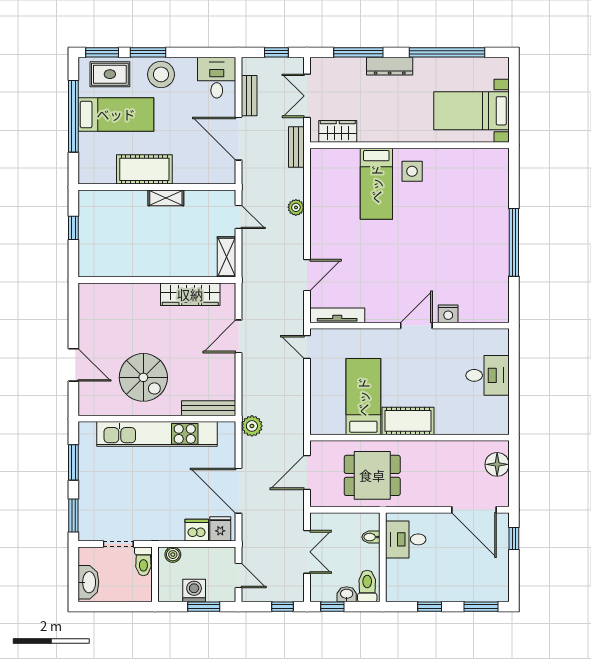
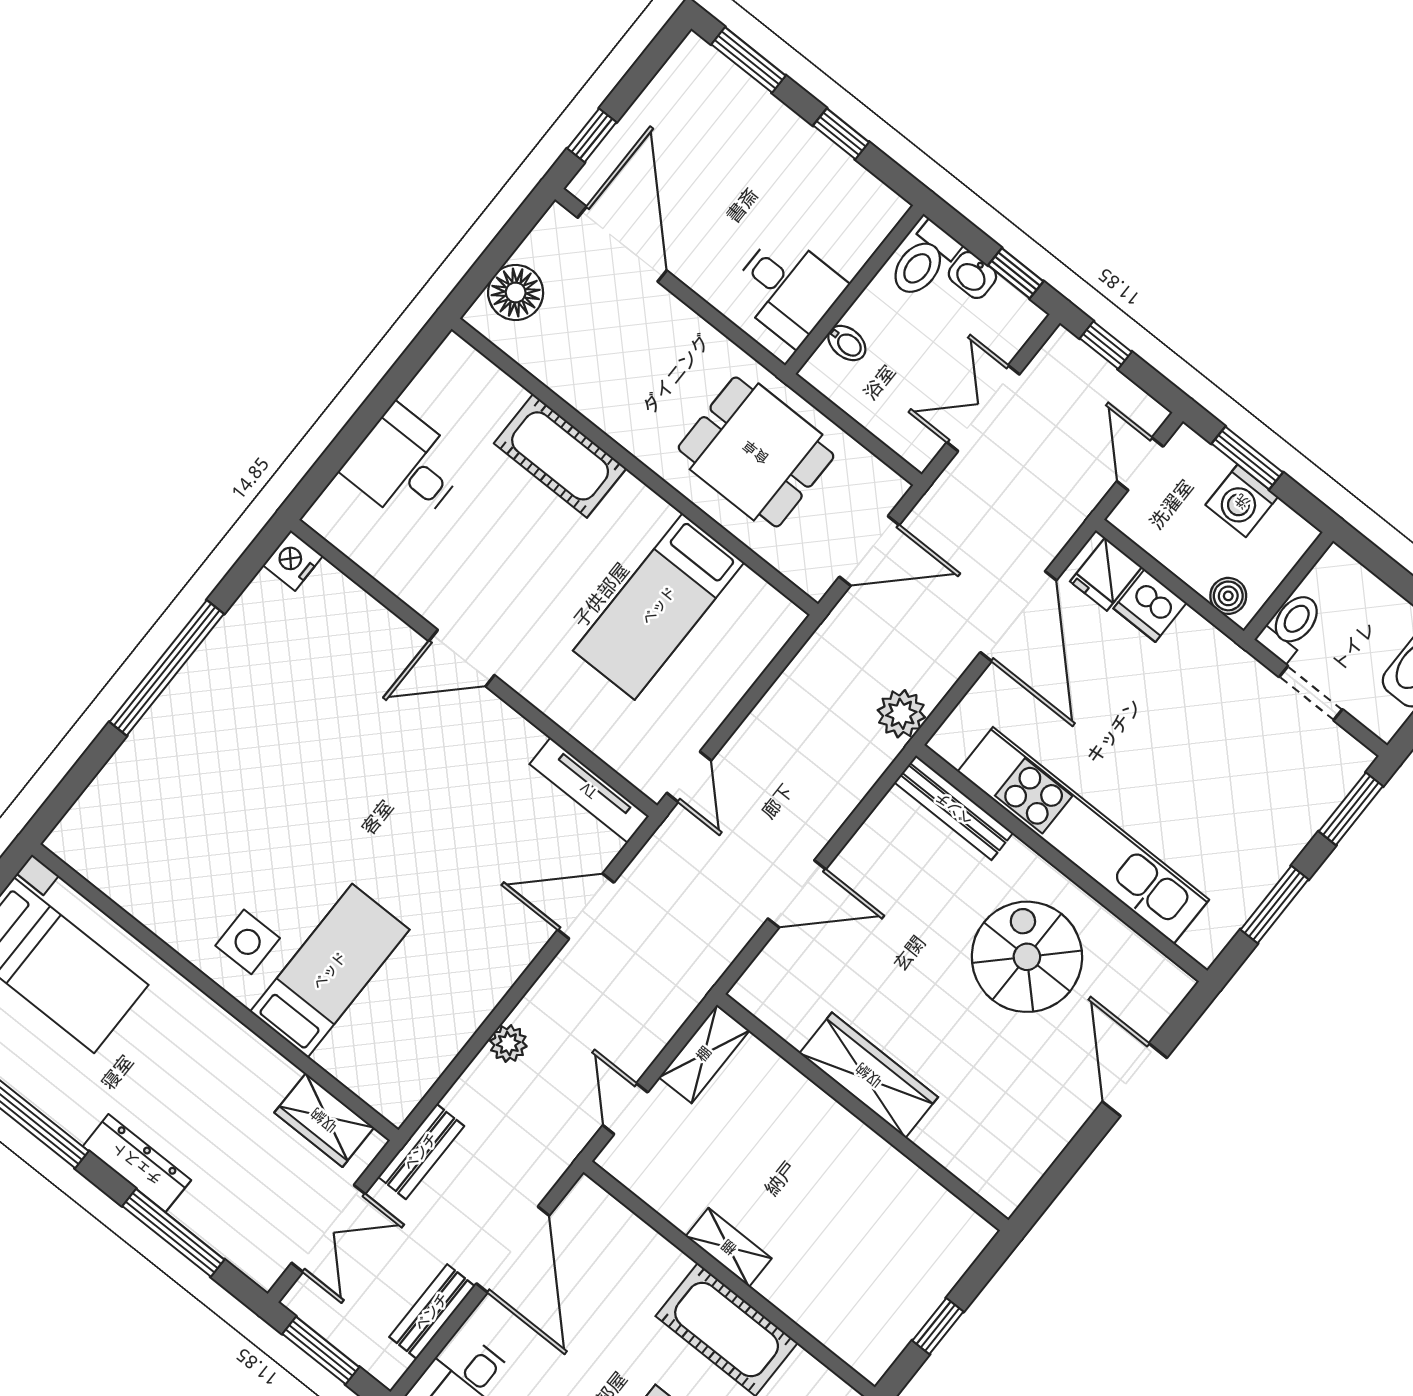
window: (276, 52) -> (321, 1350), width x1.50
wardrobe: (190, 294) -> (869, 1075), moved
nightstand: (448, 314) -> (293, 561), moved, turned -90
cot: (408, 421) -> (560, 456), moved

